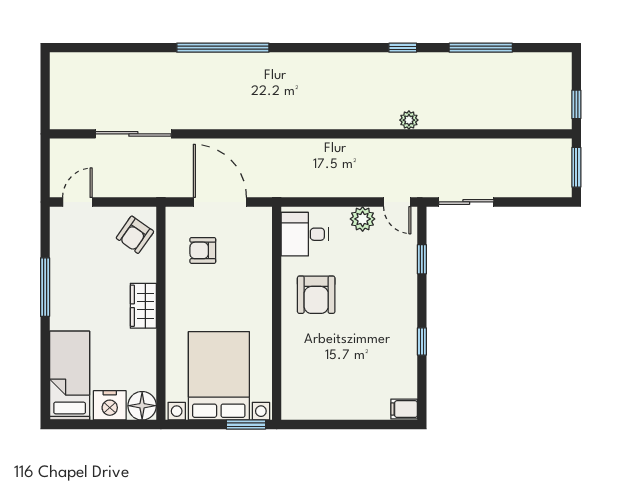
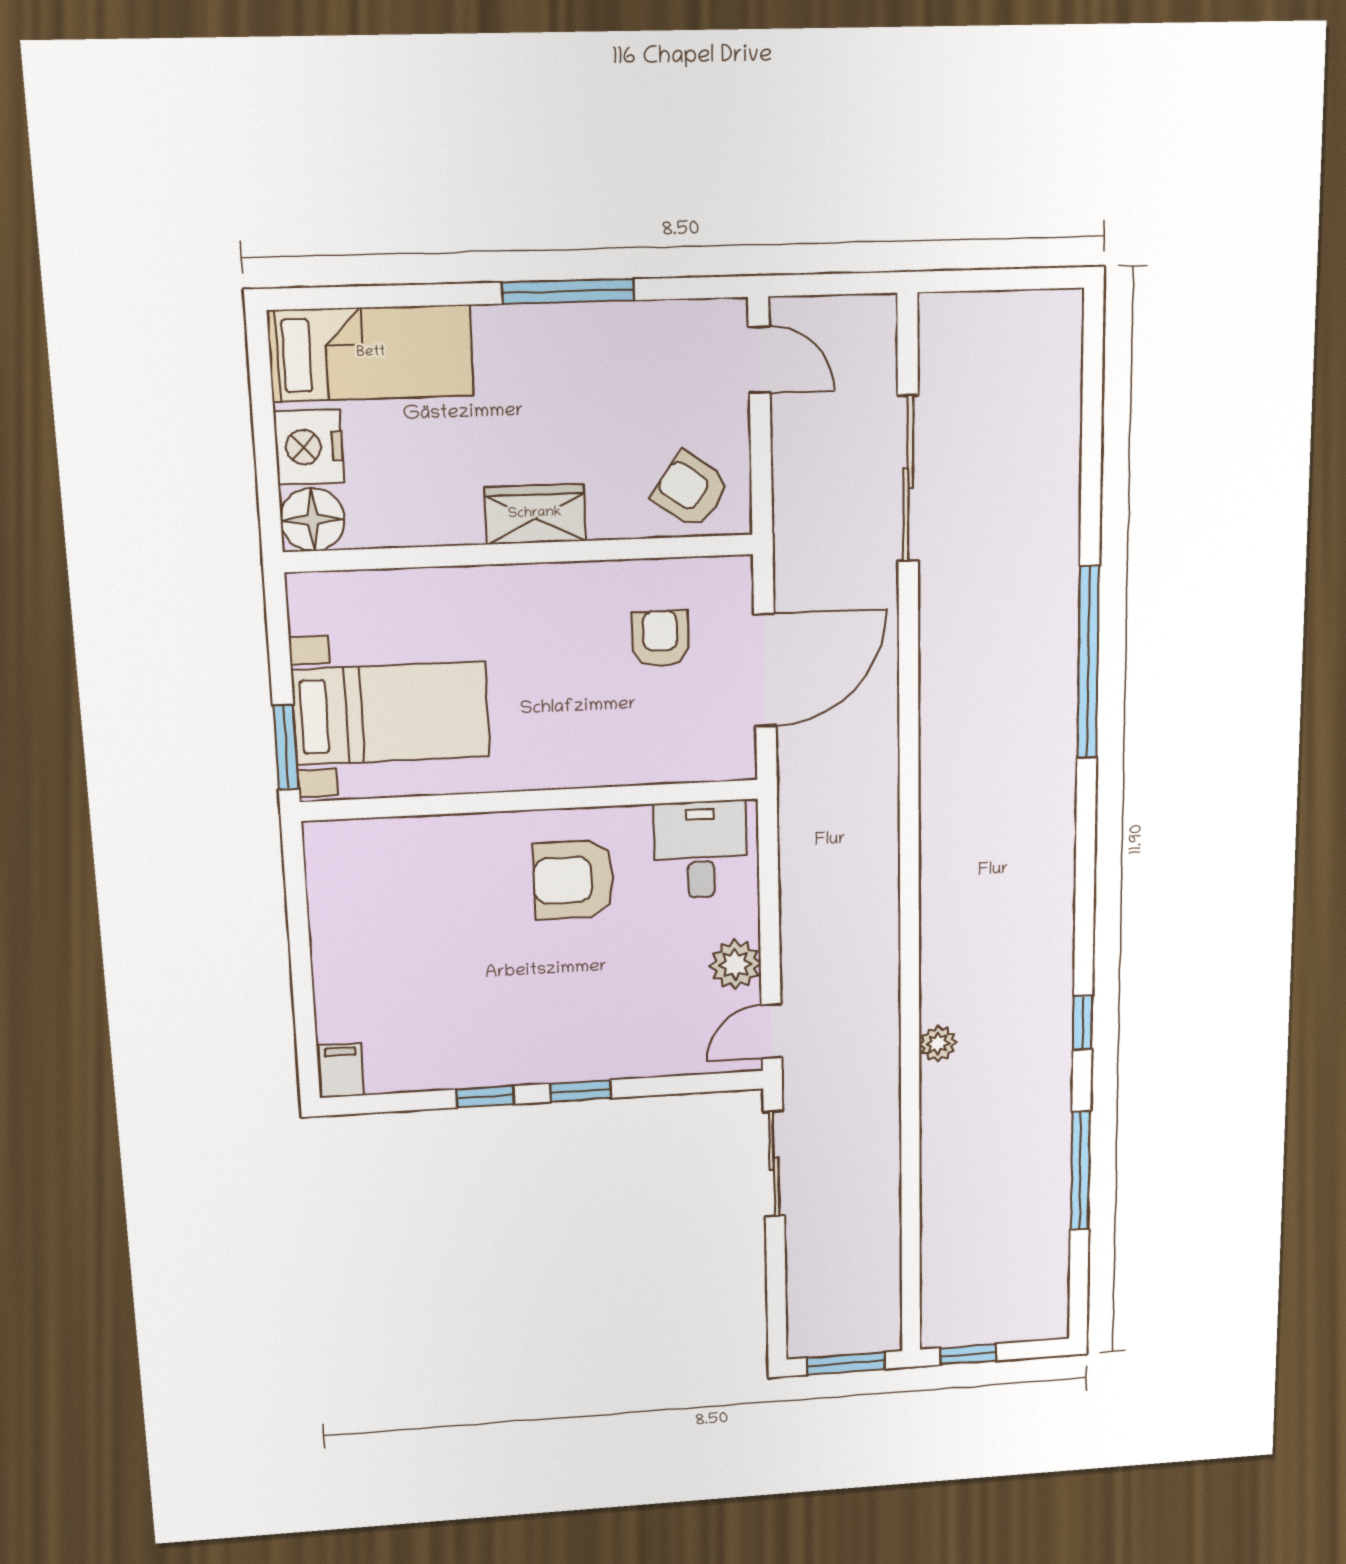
window: (422, 259) -> (580, 1091), moved
bed with nightstands: (219, 376) -> (391, 713), width x0.73

